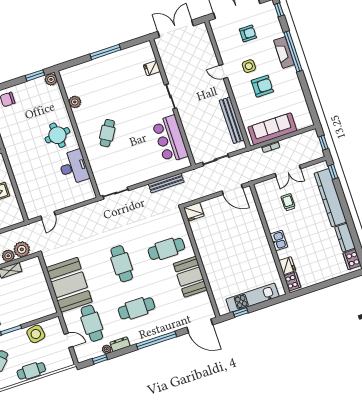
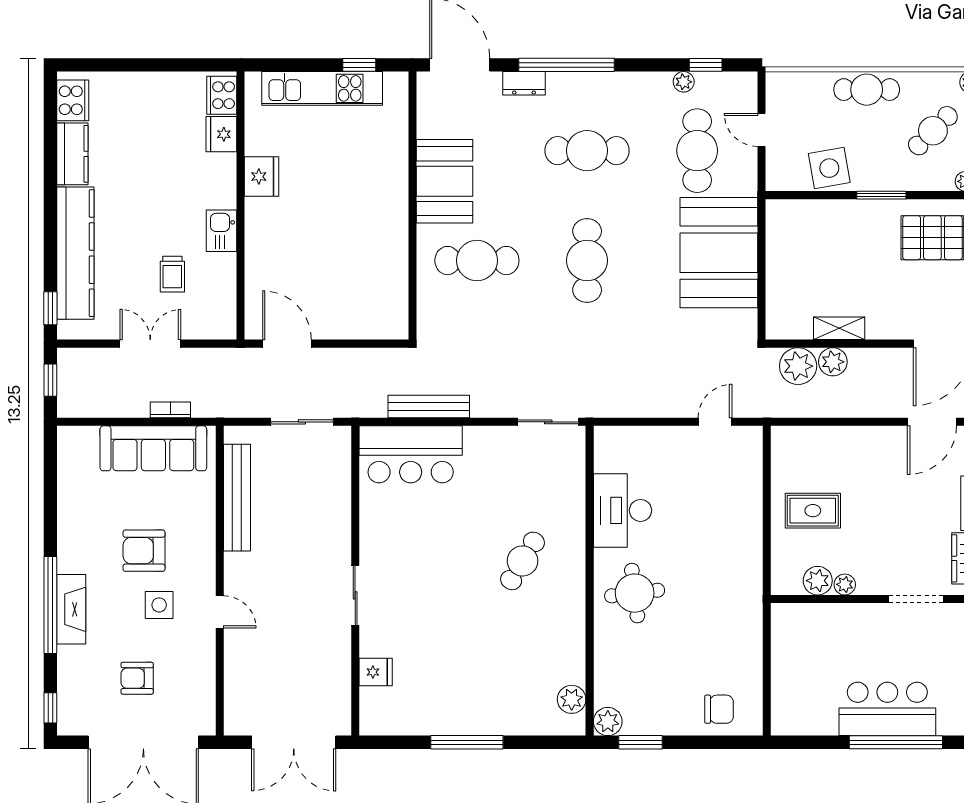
plant: (75, 102) -> (572, 699), moved
bar counter: (170, 139) -> (411, 454), moved, turned 90
fridge: (194, 212) -> (262, 177), moved, turned 90
kitchen sink: (279, 241) -> (221, 231), moved
dresser: (120, 344) -> (524, 83), moved

